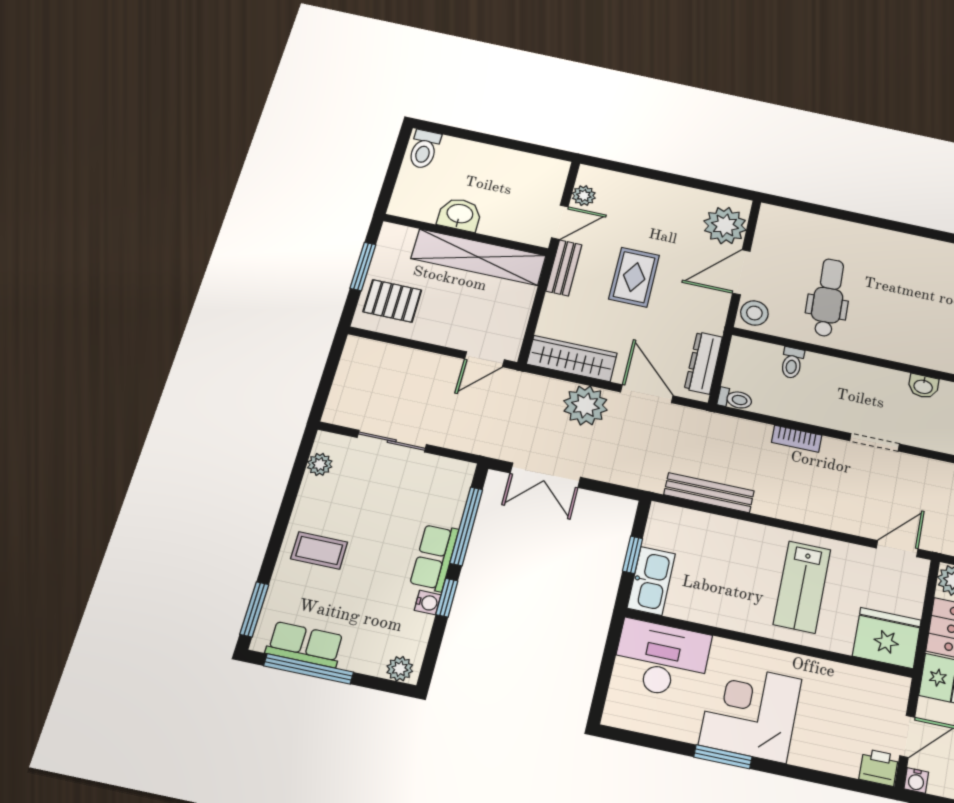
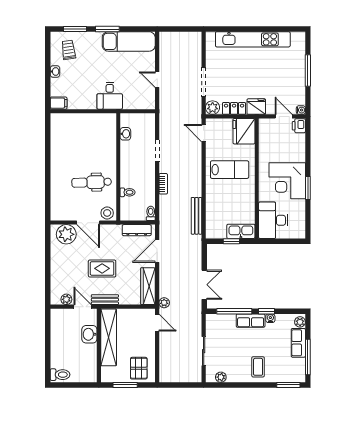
washbasin: (460, 214) -> (89, 334), moved
plant: (585, 405) -> (164, 303), moved, width x0.53, depth x0.53
row of seats: (305, 644) -> (298, 343), moved

